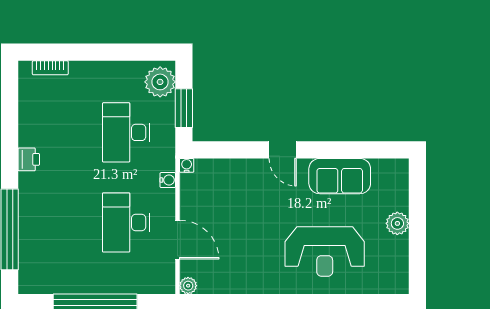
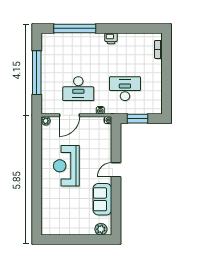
plant: (160, 82) -> (151, 106), removed
desk: (126, 222) -> (78, 89), turned 180
plant: (397, 223) -> (101, 229), moved
reception desk: (325, 252) -> (66, 166), moved

